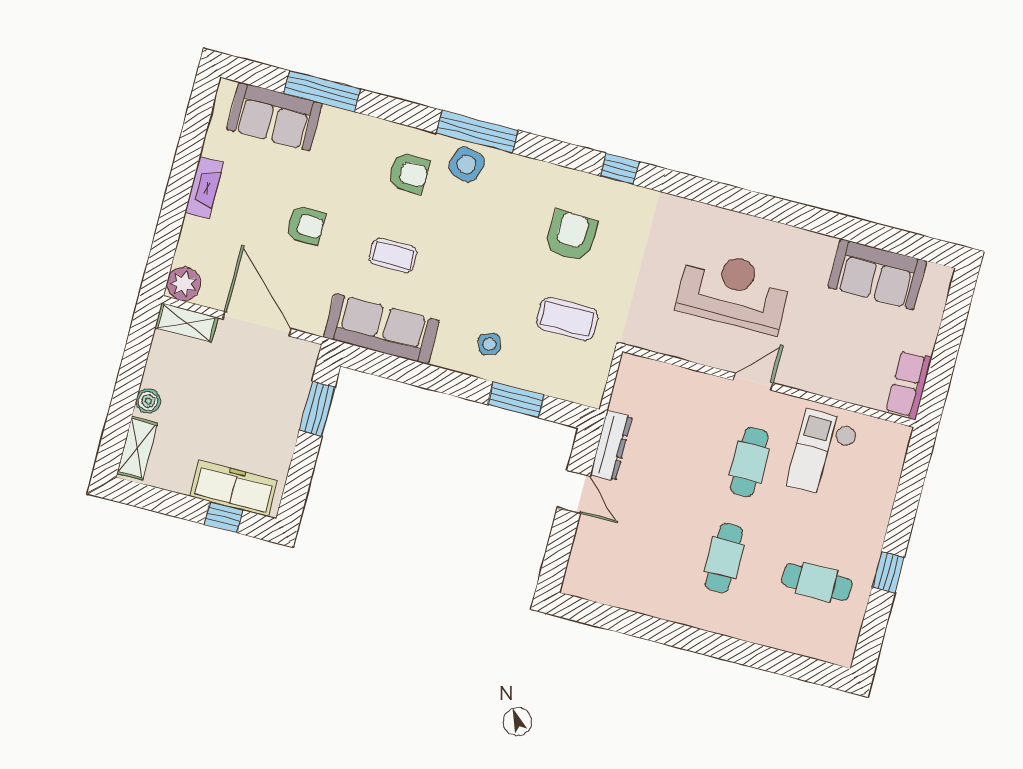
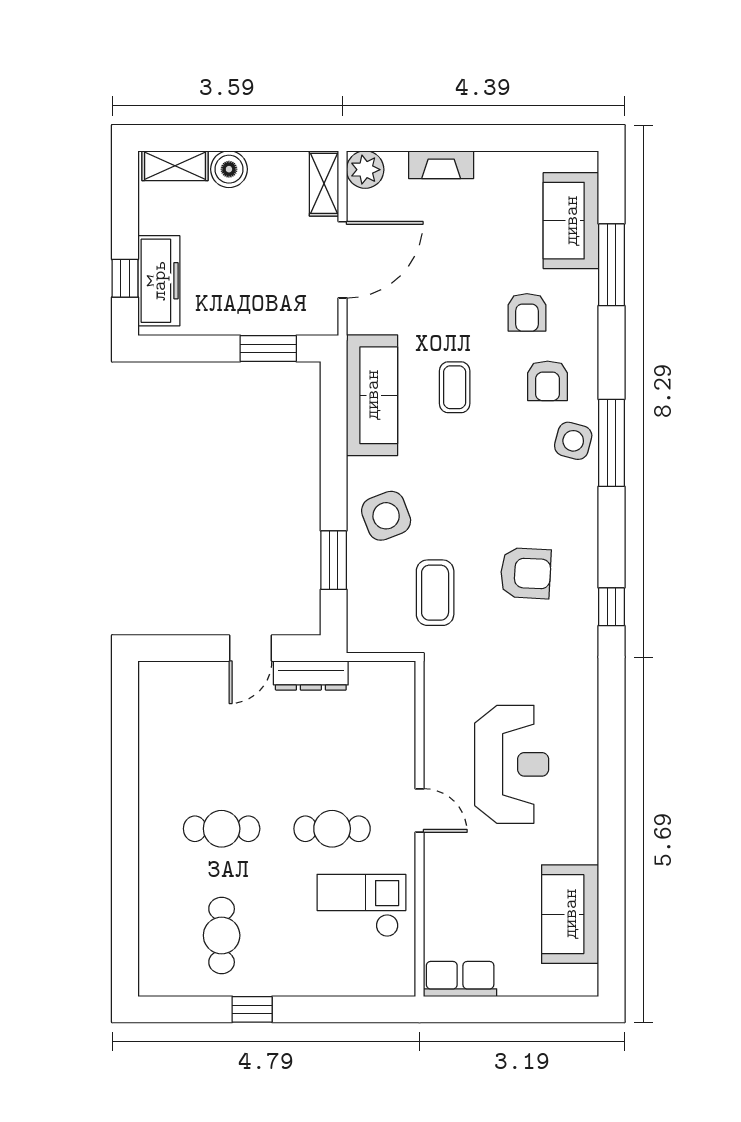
fireplace: (204, 188) -> (441, 165), moved
armchair: (306, 225) -> (527, 312), moved
side table: (489, 344) -> (386, 516), width x1.87, depth x1.87
boiler: (148, 401) -> (229, 169), width x1.36, depth x1.36

